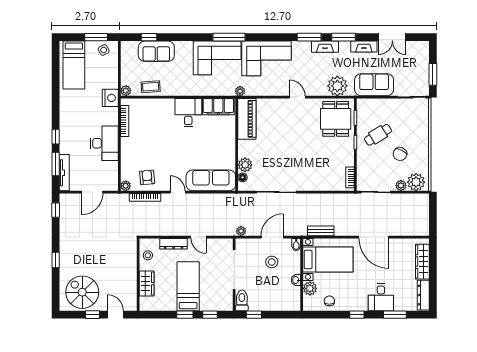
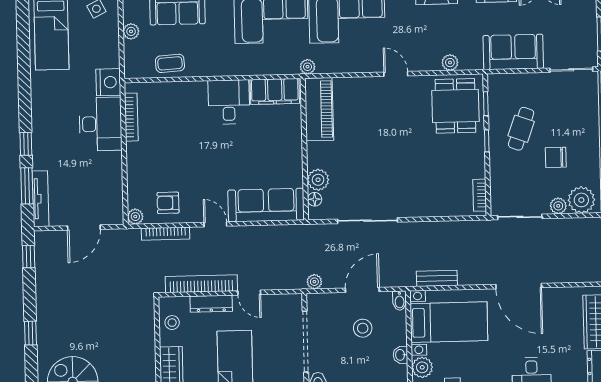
plant: (337, 86) -> (450, 63), width x0.53, depth x0.53
plant: (126, 91) -> (131, 31), moved
cafe table: (378, 135) -> (521, 129), turned -38
desk: (104, 143) -> (100, 124), moved
chair: (400, 154) -> (556, 157), turned 62
armchair: (147, 177) -> (168, 203), turned -85
bookcase: (168, 231) -> (201, 284), added

